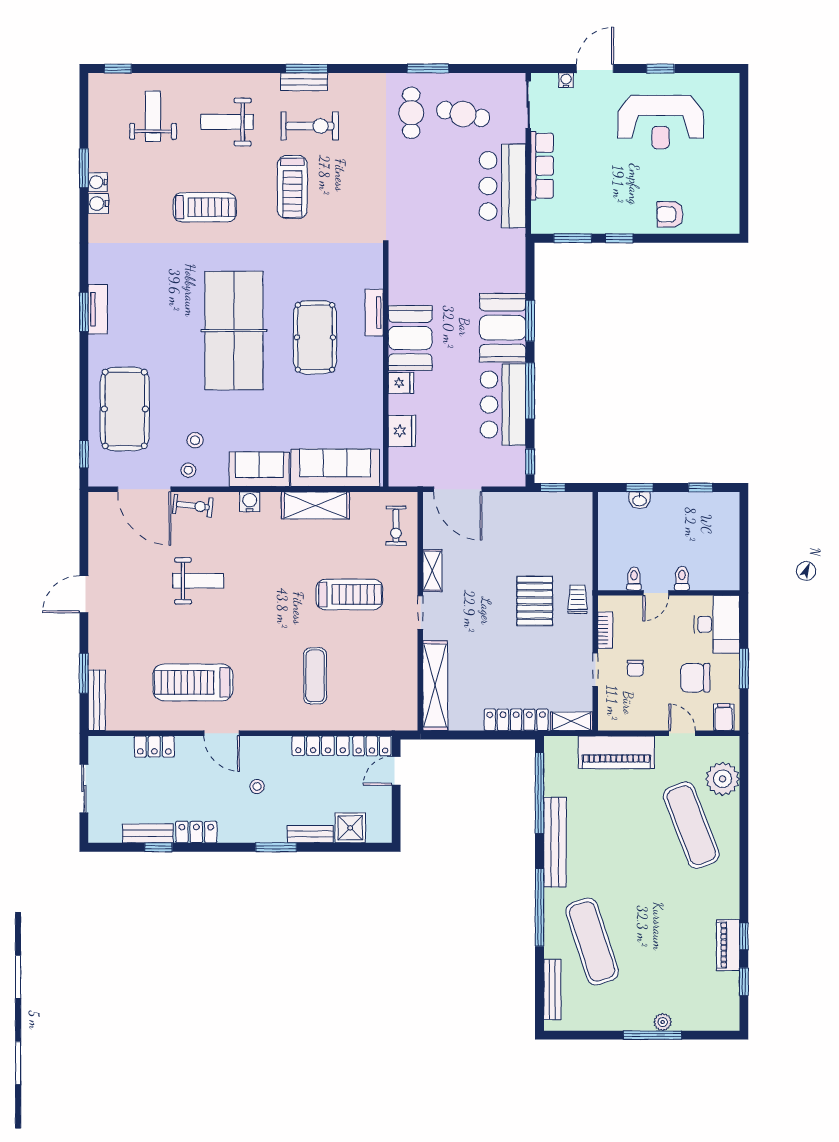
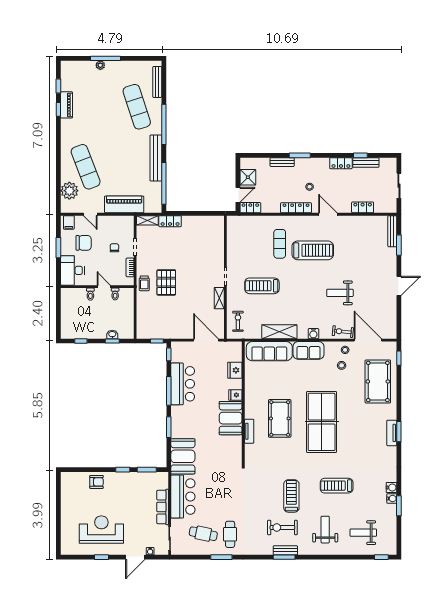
weight bench: (153, 116) -> (363, 533), turned 90
weight bench: (227, 122) -> (325, 530), turned -90
booth: (503, 328) -> (183, 456), moved
door: (656, 593) -> (104, 287), hinge flipped
treadmill: (193, 682) -> (313, 250), moved
shelving: (435, 686) -> (218, 239), removed
locker: (516, 720) -> (170, 221), width x0.66
locker: (321, 746) -> (296, 208), moved
shower: (350, 828) -> (248, 177), moved

